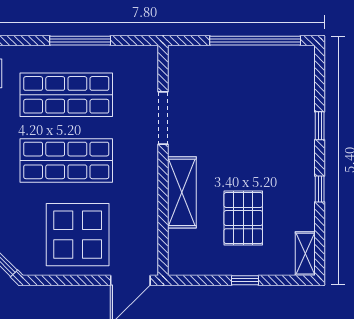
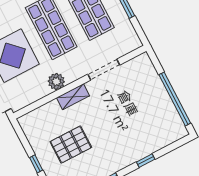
shelving: (182, 192) -> (73, 97), width x0.67, depth x0.75
plant: (145, 193) -> (56, 81), added

